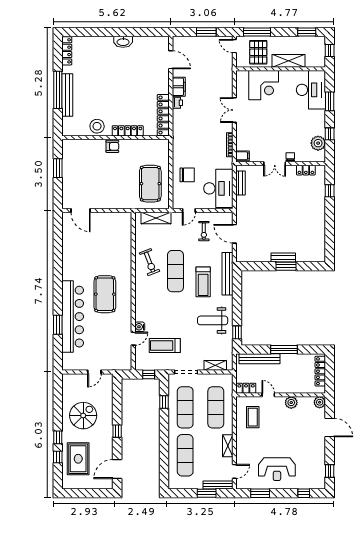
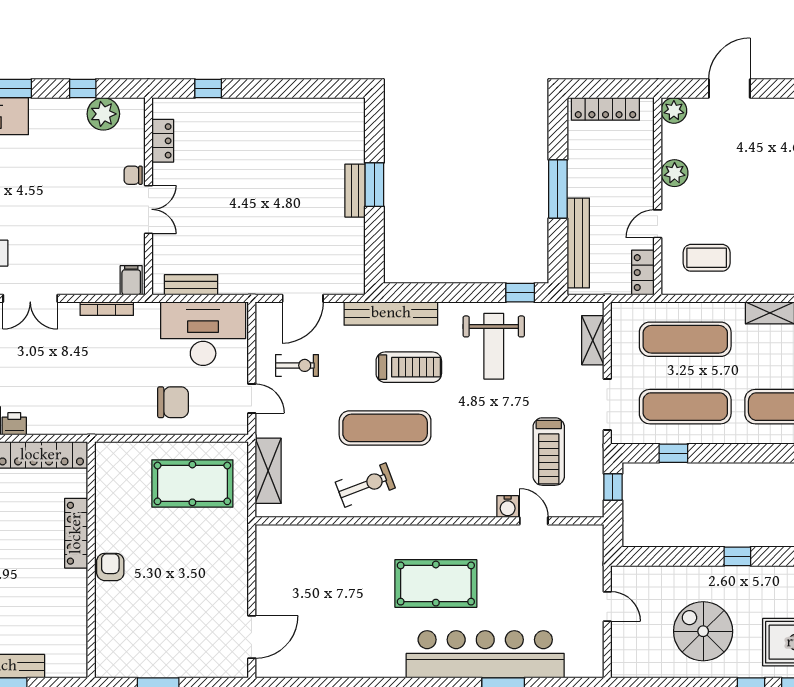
stool: (97, 126) -> (66, 601), removed
chair: (187, 175) -> (173, 402), turned 90

